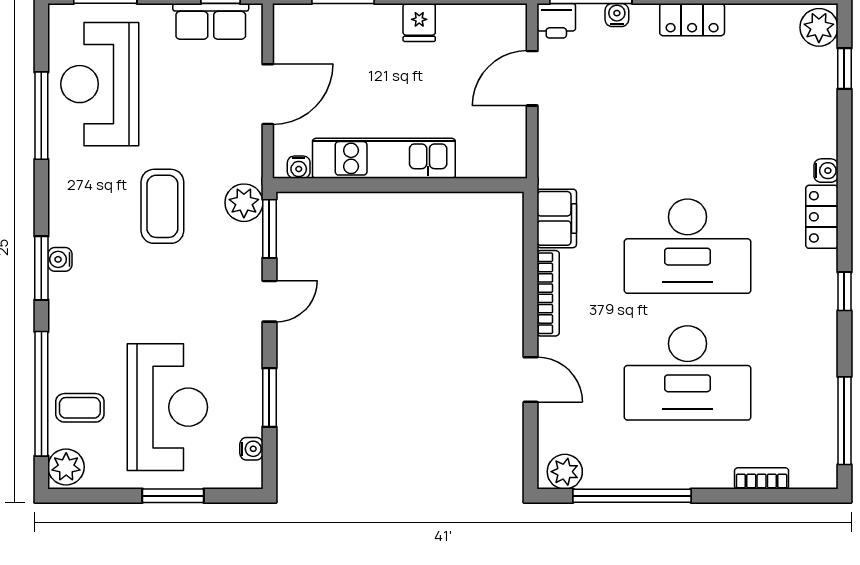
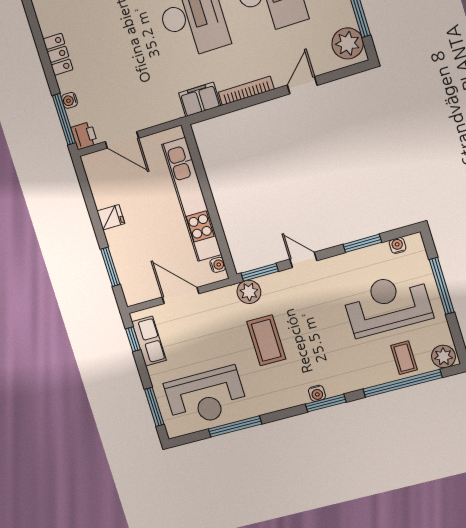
kitchen unit: (384, 158) -> (192, 199), width x1.36
coffee table: (162, 206) -> (266, 340), turned 90
plant: (565, 472) -> (348, 43), width x1.36, depth x1.36
window: (173, 496) -> (442, 286), width x1.44

